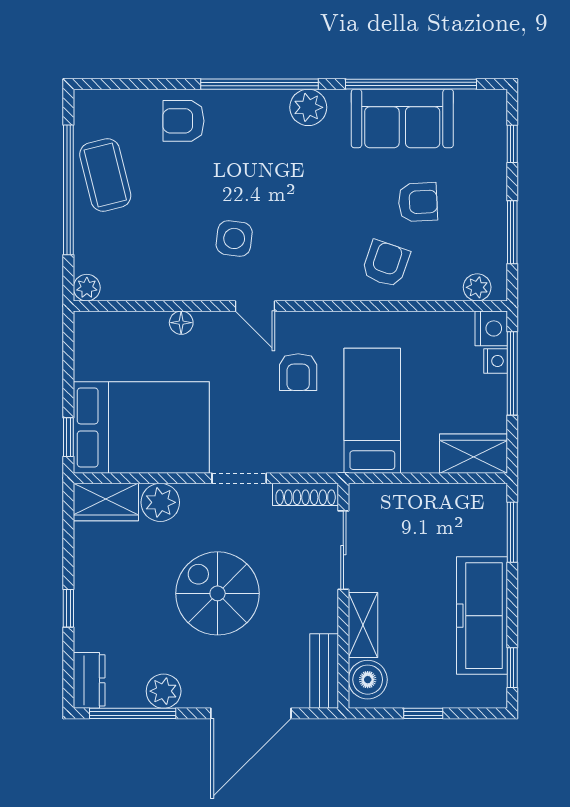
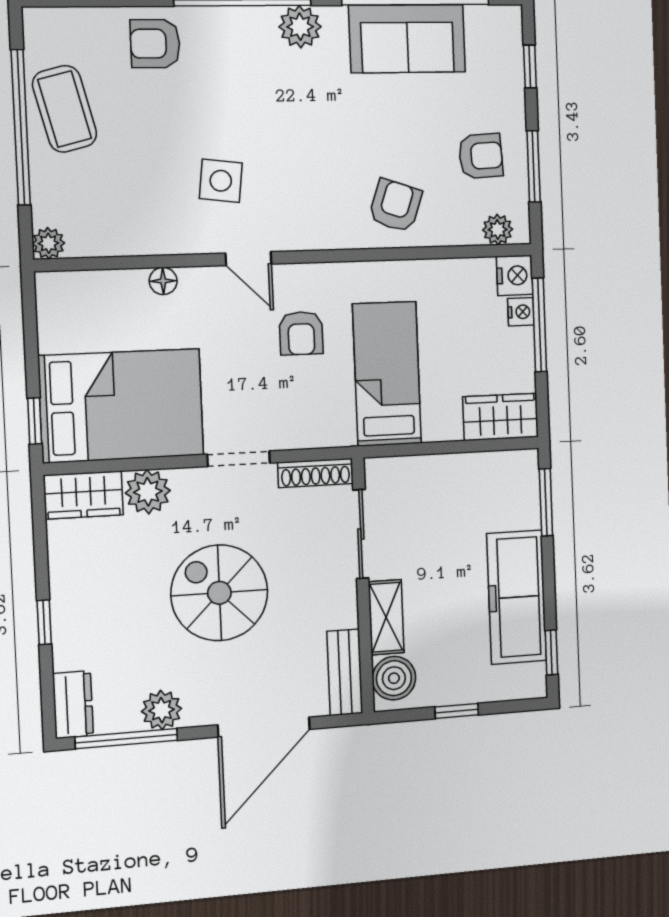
armchair: (418, 202) -> (481, 156), moved

